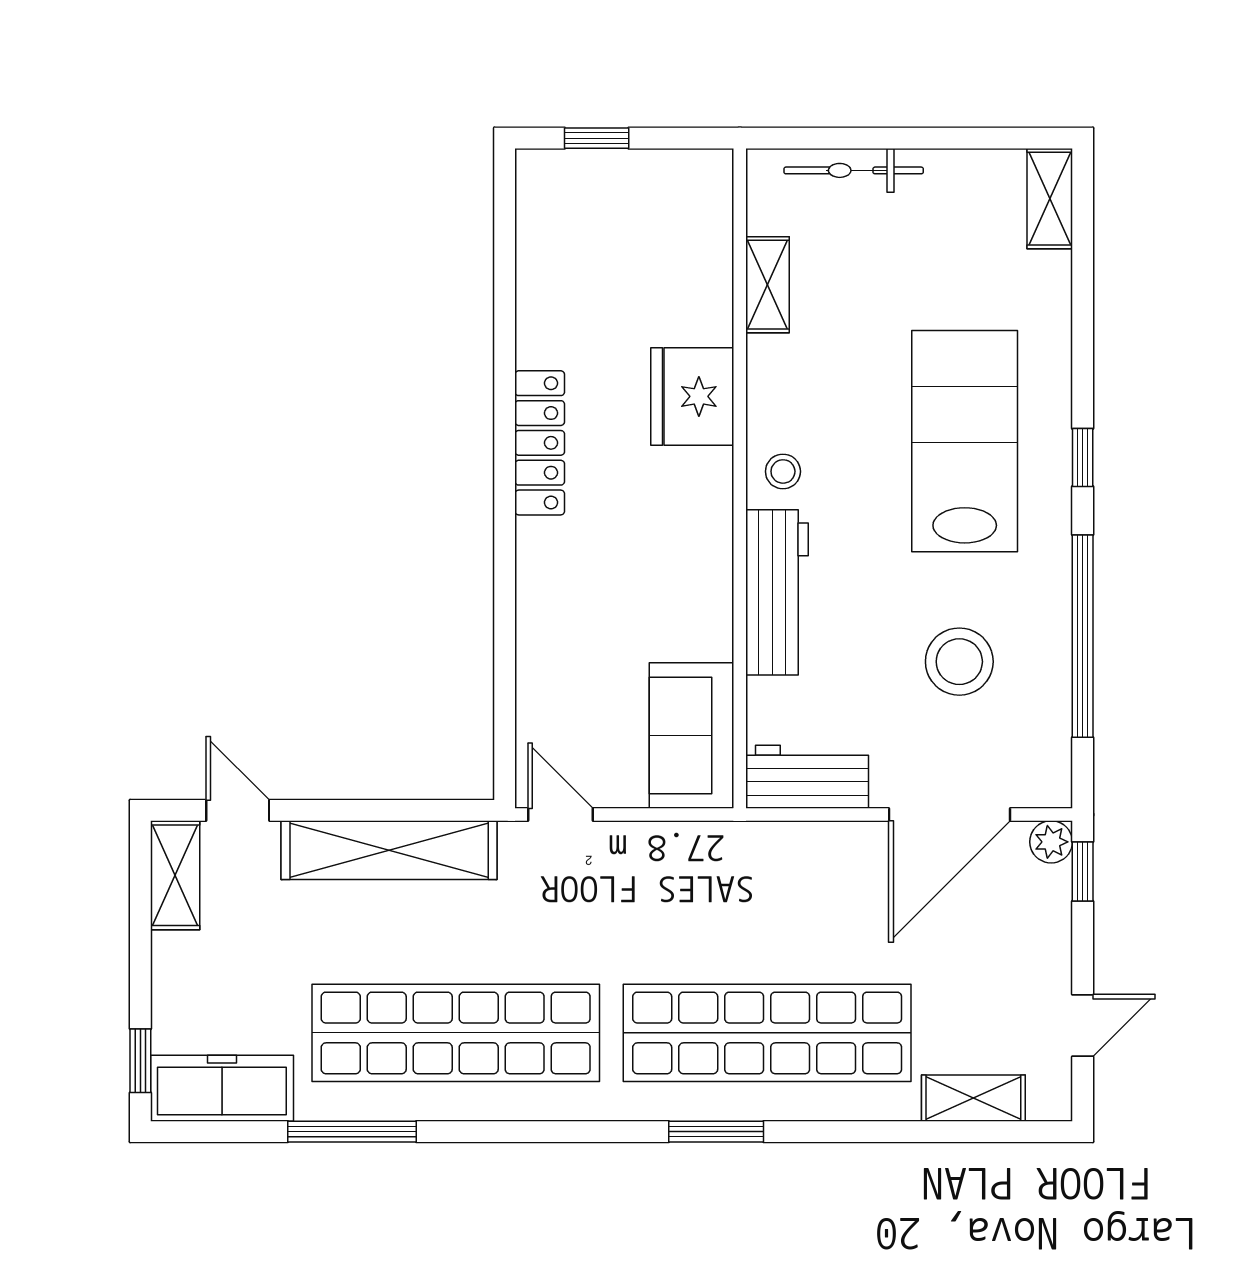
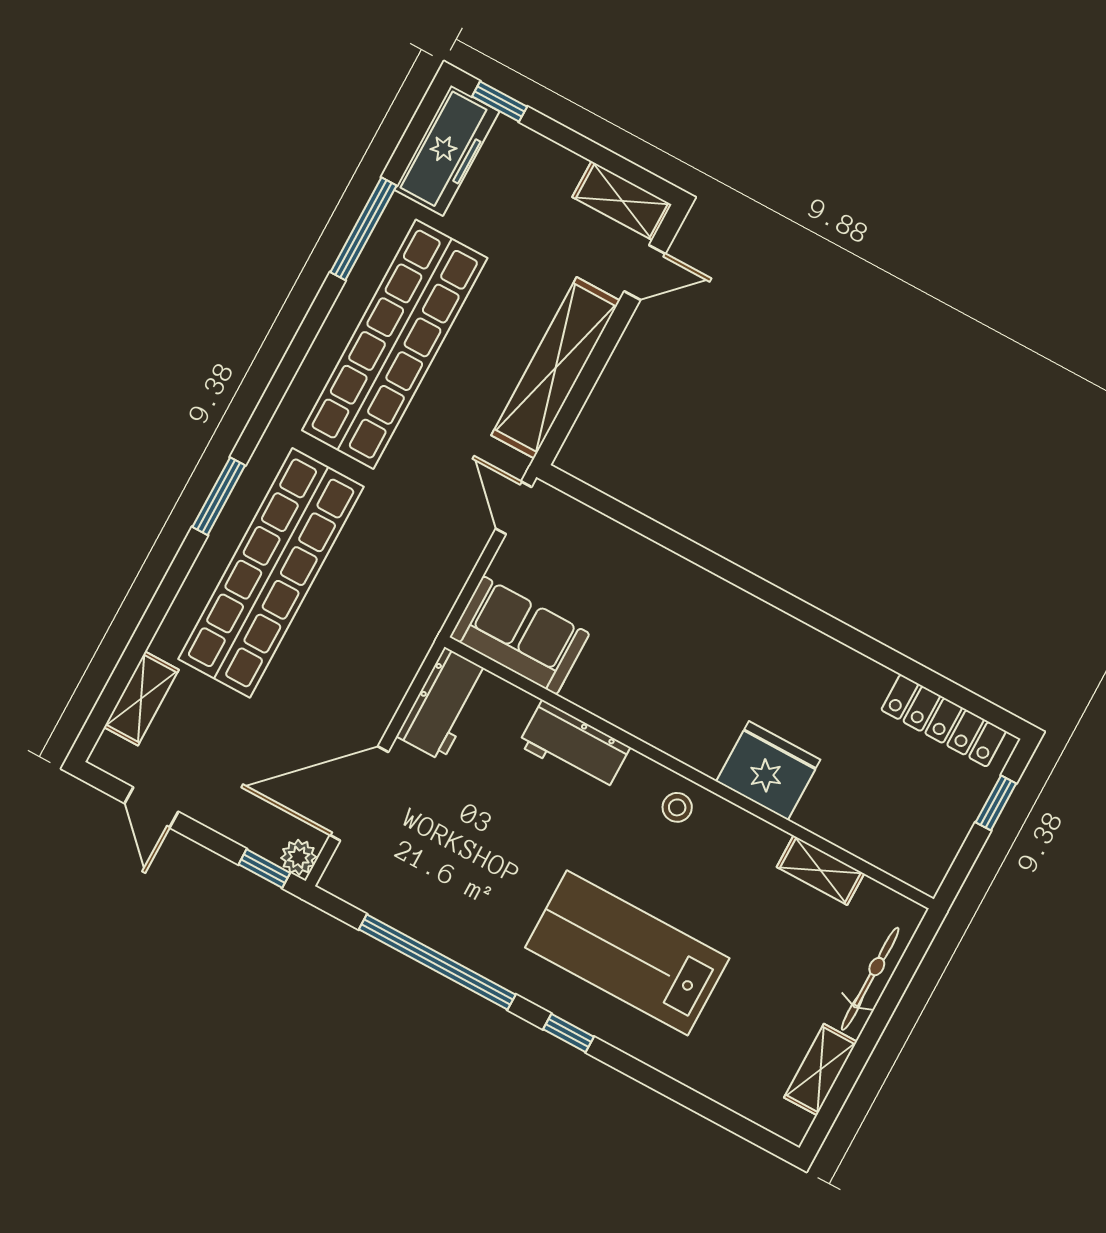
shelving: (1050, 199) -> (821, 1070), moved, turned 90
lab bench: (965, 441) -> (627, 953), turned 180
locker: (540, 443) -> (944, 721), moved
workbench: (777, 592) -> (574, 746), width x0.73
stool: (959, 662) -> (467, 861), removed
door: (560, 815) -> (514, 508), swing flipped
door: (949, 815) -> (359, 793), hinge flipped

